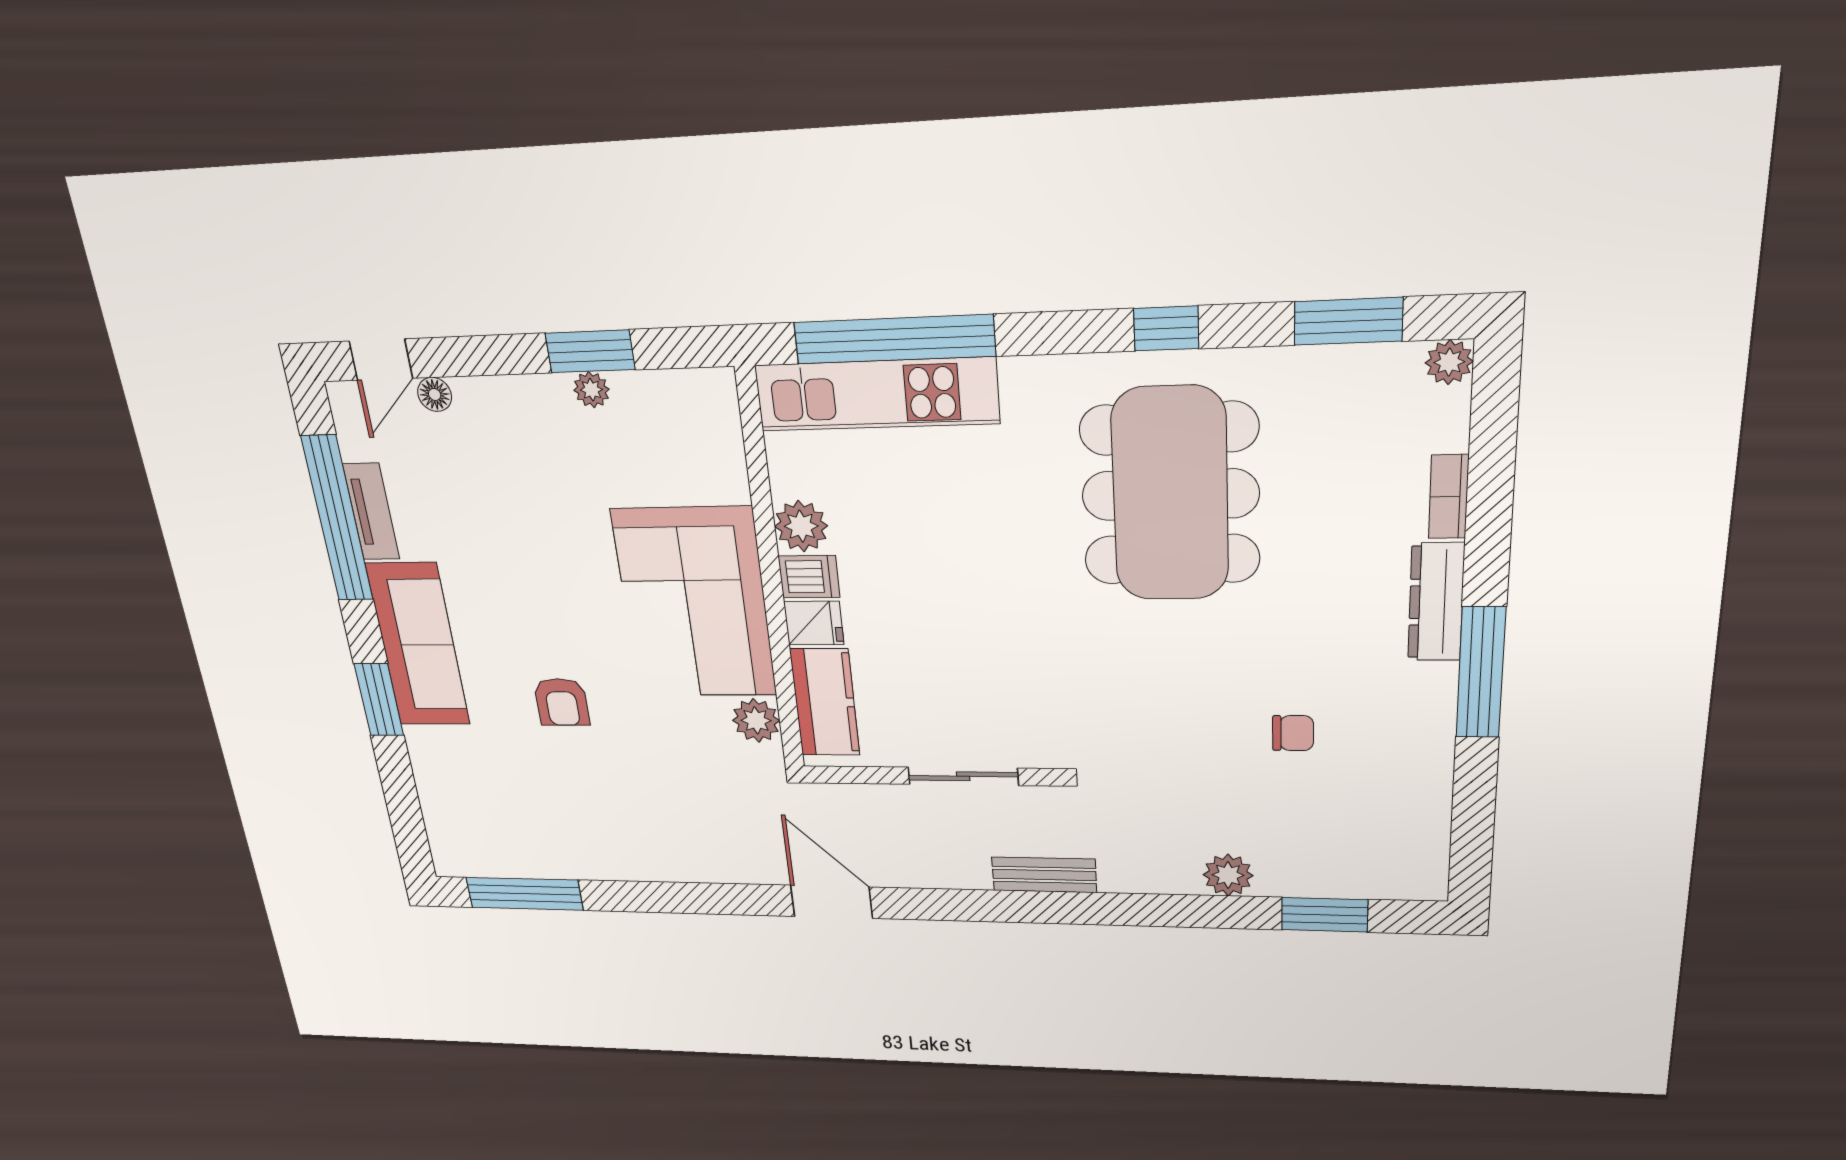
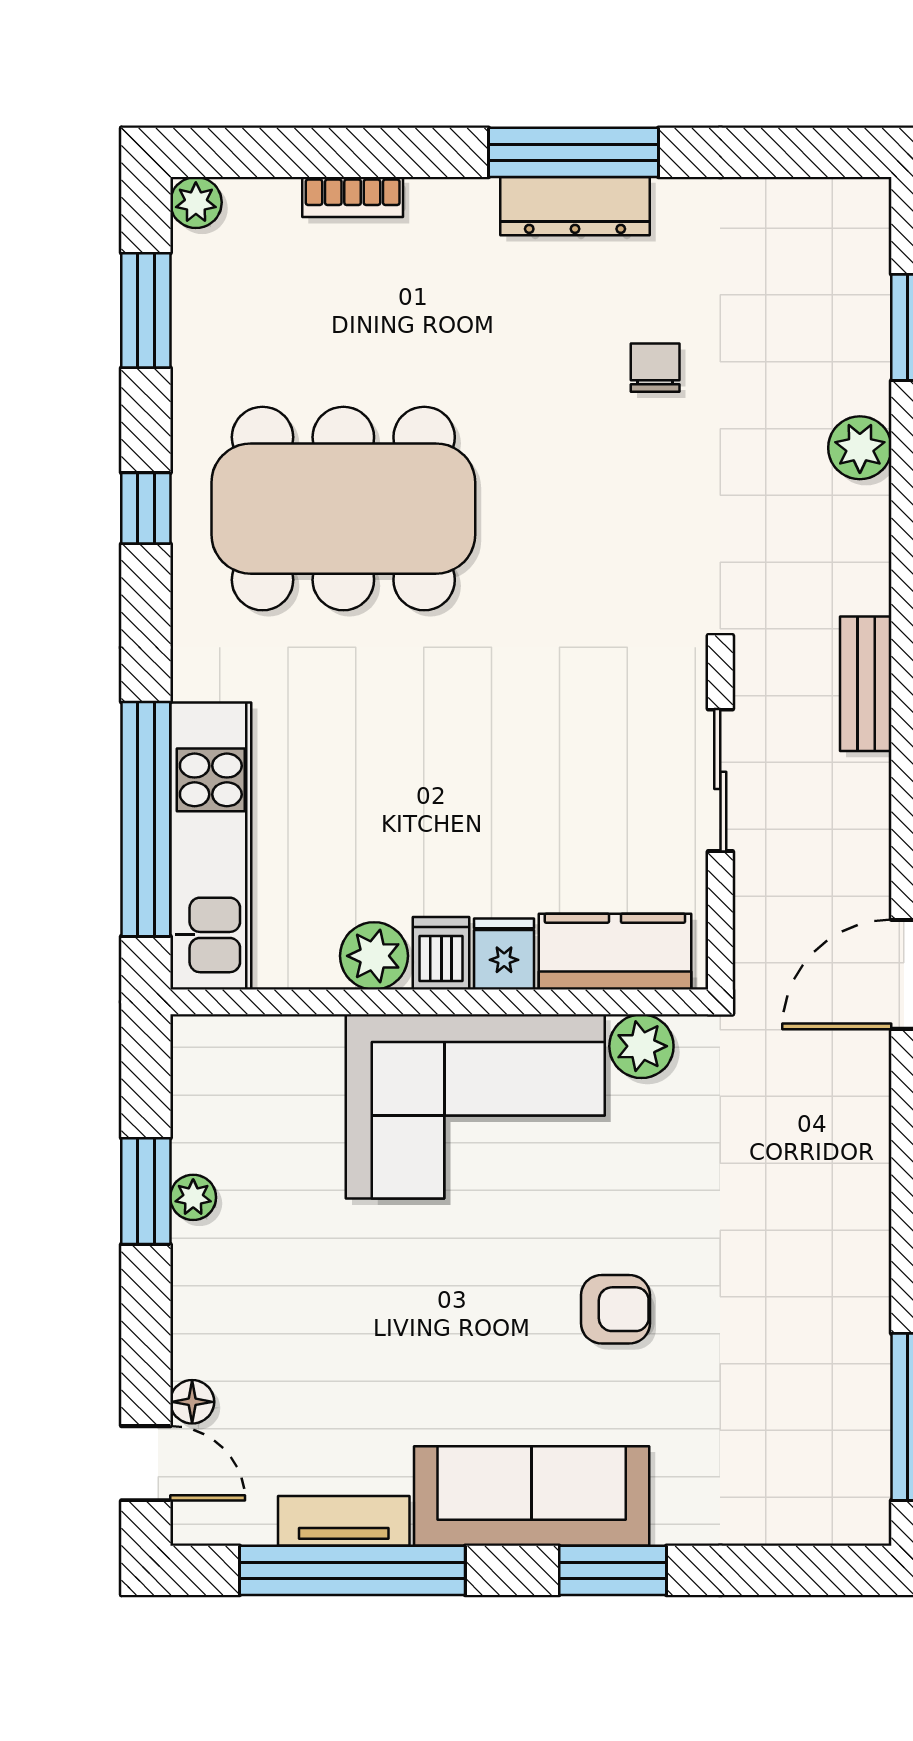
dresser: (1436, 602) -> (575, 206), moved

